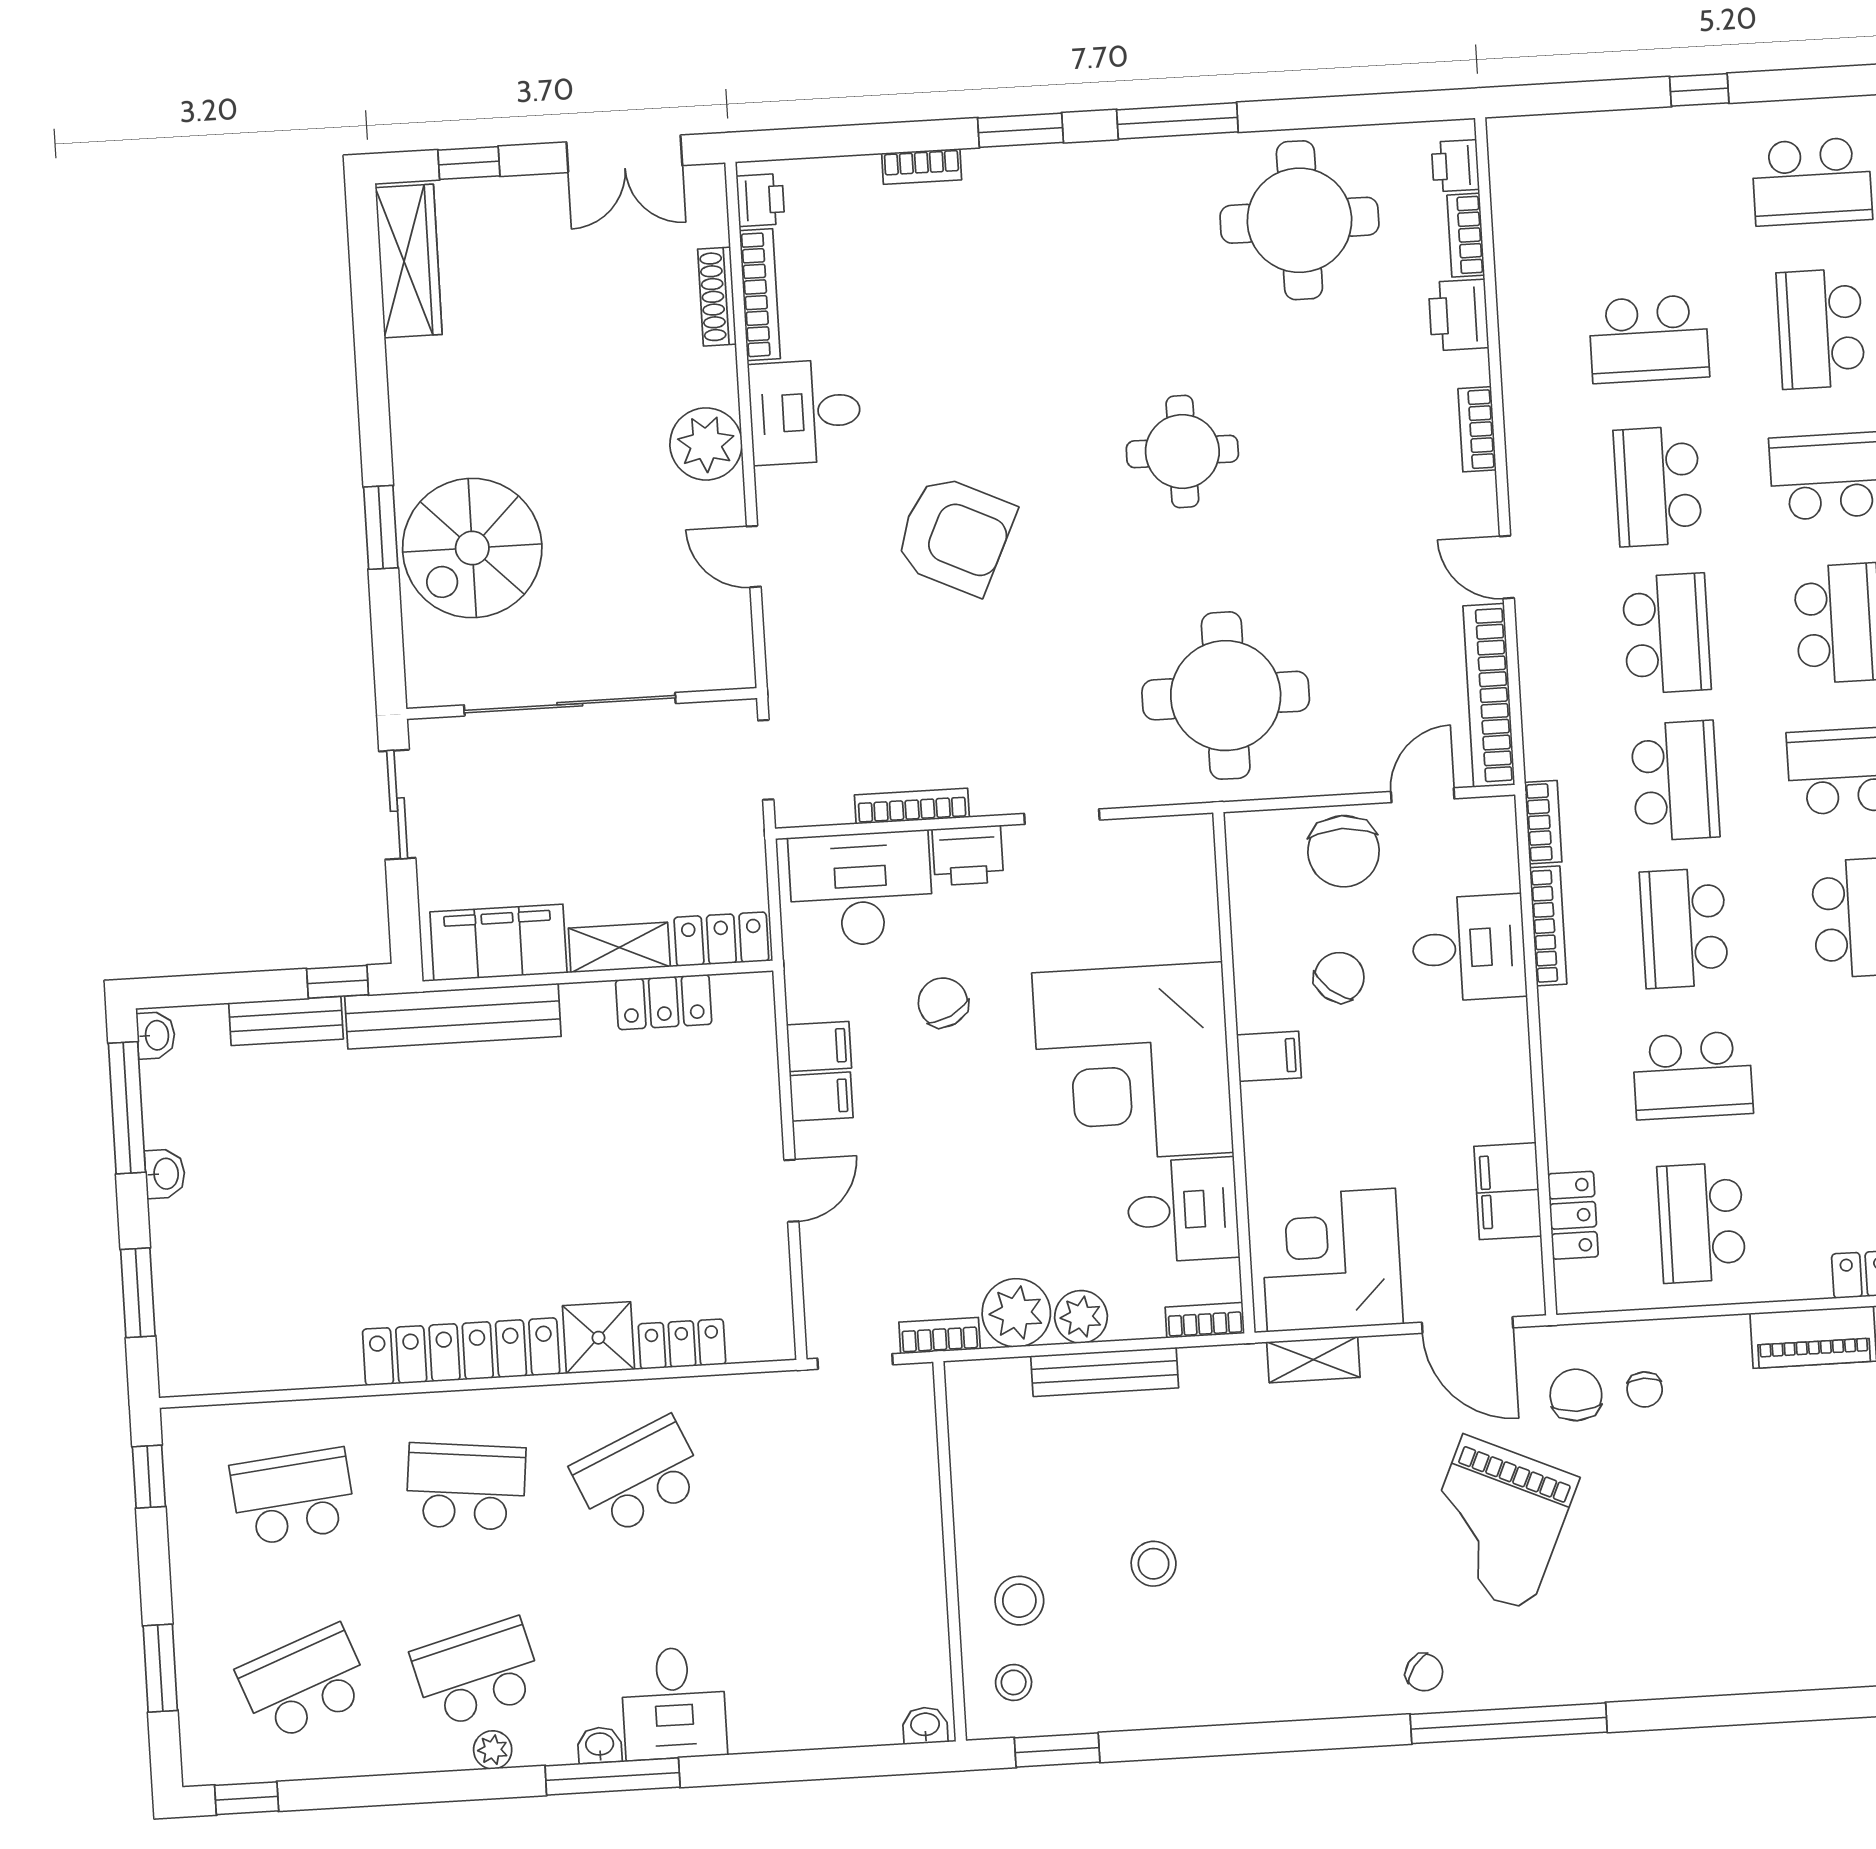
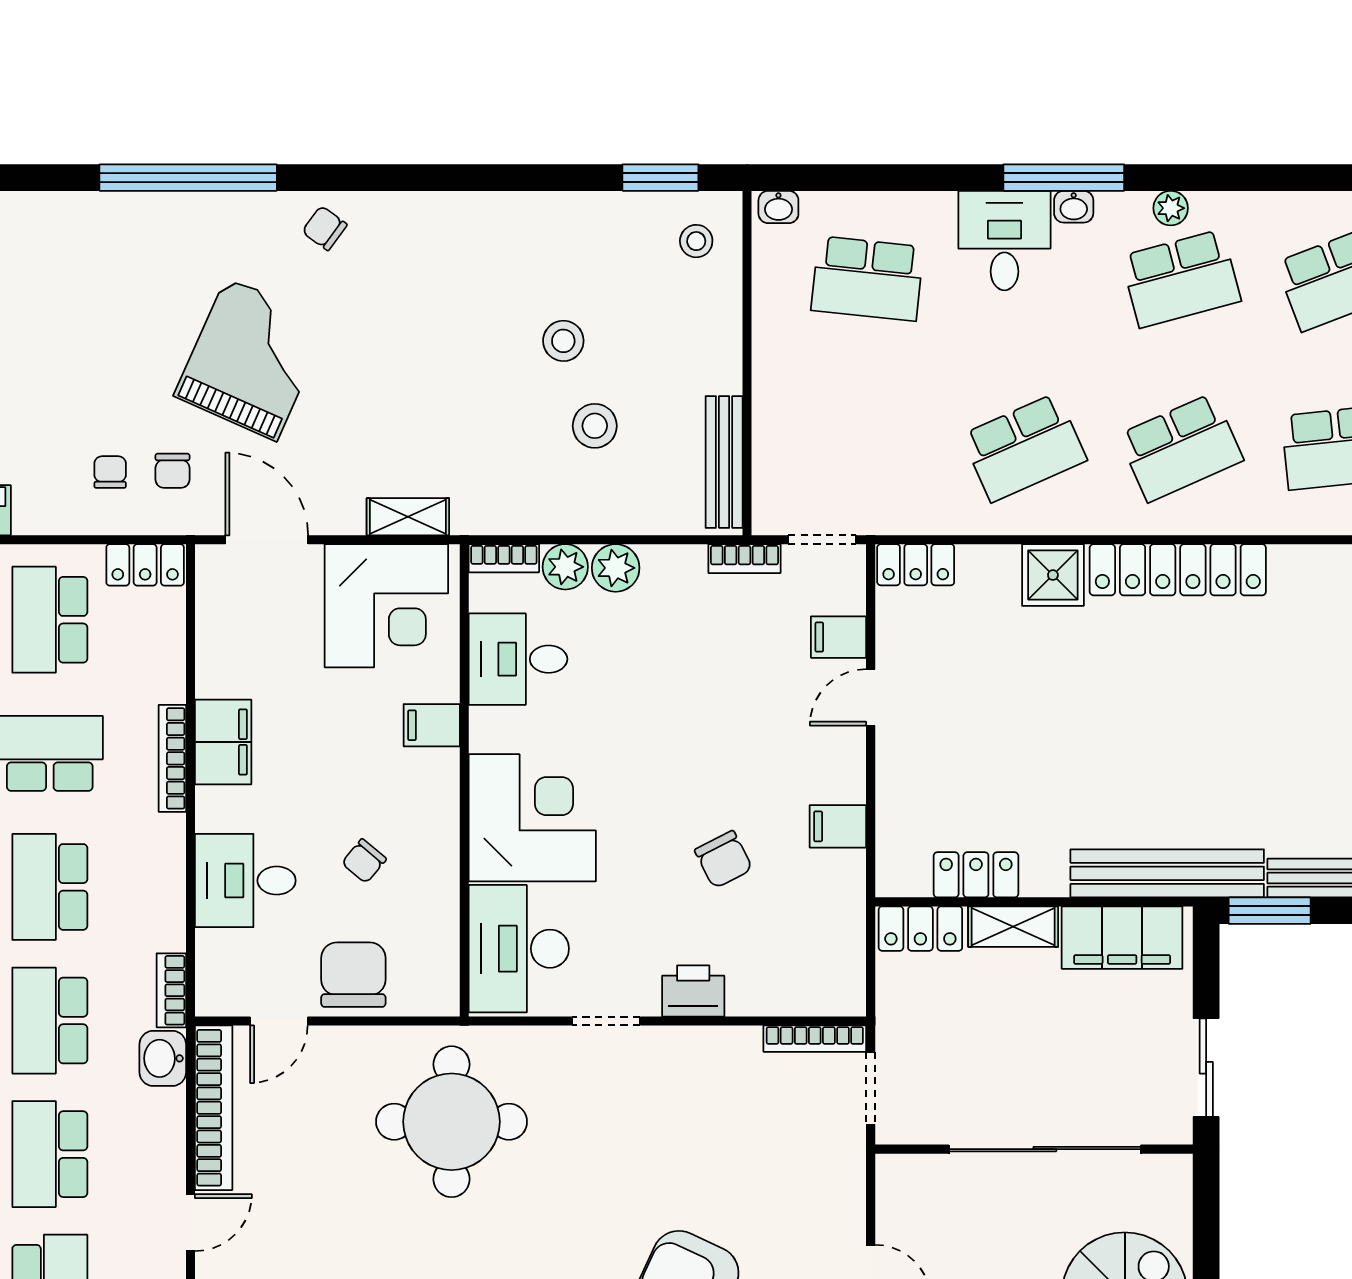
door: (1507, 567) -> (191, 1223), hinge flipped
washbasin: (1548, 746) -> (163, 1058), added
bookcase: (912, 806) -> (815, 1039), moved
desk: (861, 889) -> (519, 949), moved, turned 90
bookcase: (1548, 926) -> (172, 758), moved
school desk: (1684, 928) -> (50, 887), turned 180
chair: (1339, 977) -> (364, 861), width x0.73, depth x0.73
window: (338, 982) -> (1270, 911), width x1.50
filing cabinet: (1269, 1056) -> (432, 725), moved
corner desk: (1133, 1063) -> (532, 818), width x0.74, depth x0.74
filing cabinet: (821, 1097) -> (839, 637), moved
filing cabinet: (1508, 1191) -> (223, 742), moved
locker: (1573, 1215) -> (145, 565), moved, turned -90
school desk: (1701, 1223) -> (50, 620), turned 180
plant: (1016, 1313) -> (565, 567), moved, width x0.73, depth x0.73
locker: (682, 1344) -> (916, 565), moved
bench: (1105, 1372) -> (724, 462), moved, turned 90
chair: (1576, 1395) -> (172, 471), width x0.73, depth x0.73
school desk: (466, 1487) -> (1181, 448), turned -30
stool: (1019, 1601) -> (595, 426), moved
school desk: (822, 1652) -> (867, 279), added
window: (1509, 1723) -> (188, 178), moved

